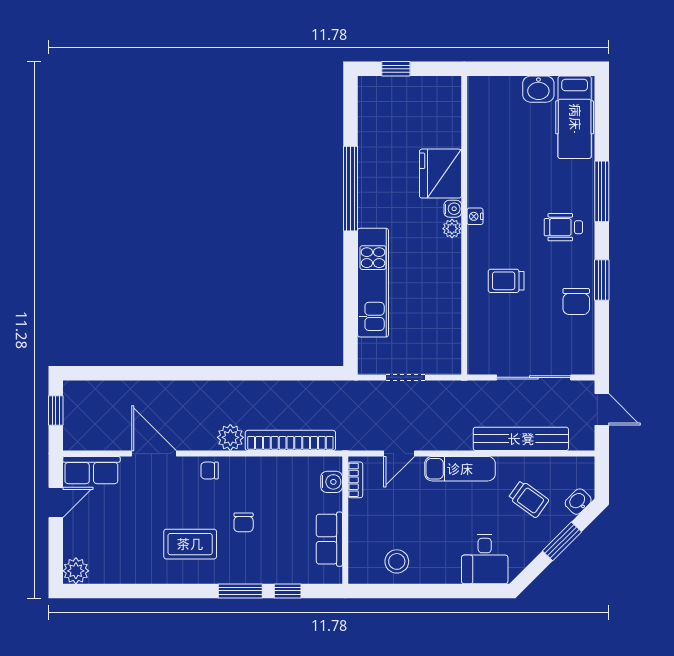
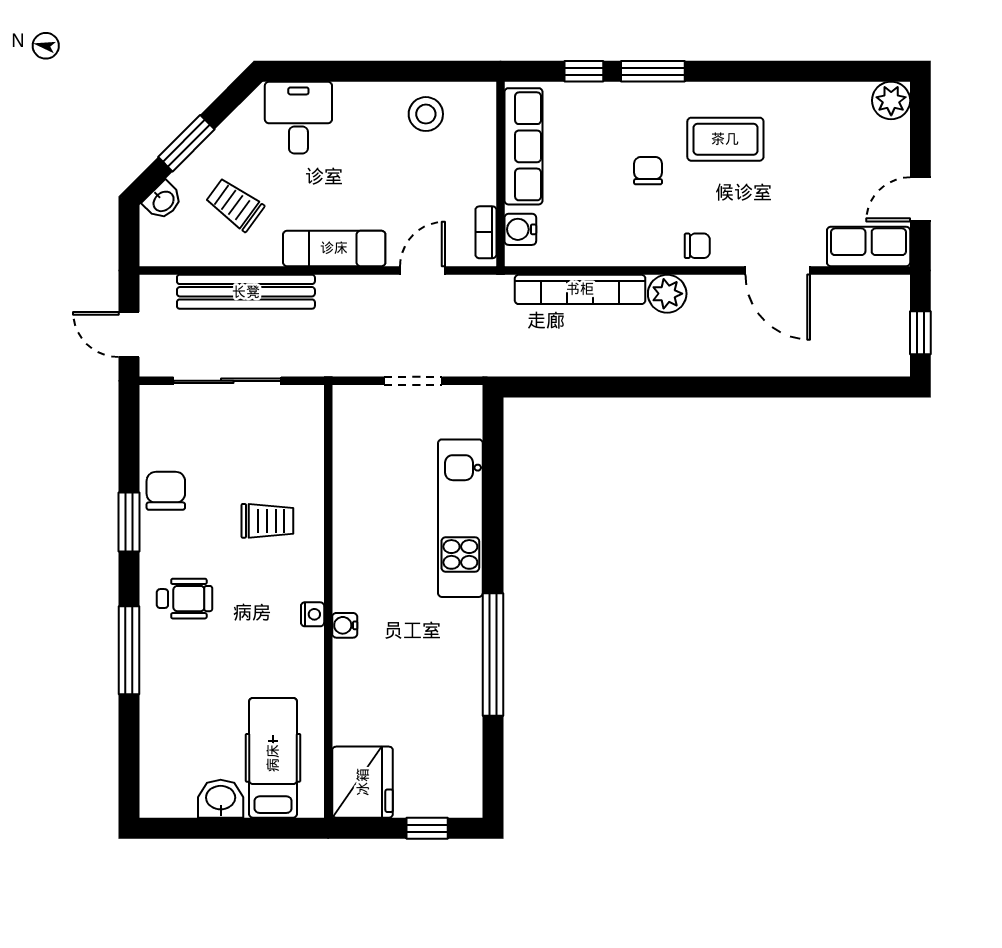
hospital bed: (575, 117) -> (273, 758), moved
fridge: (440, 174) -> (363, 782), moved
plant: (452, 229) -> (346, 597), removed
row of seats: (329, 539) -> (524, 146), width x1.48

